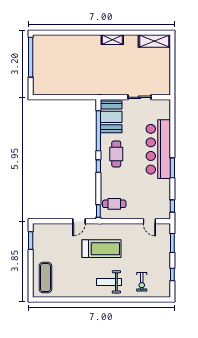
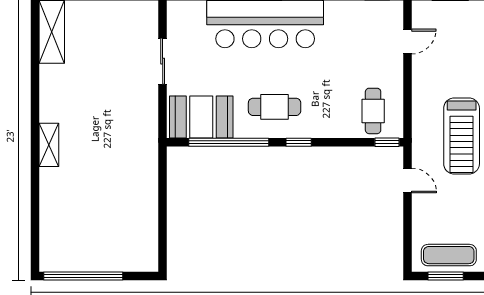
shelving: (112, 40) -> (49, 145), moved
exercise mat: (41, 242) -> (449, 255), added
treadmill: (102, 249) -> (462, 136), turned 180

